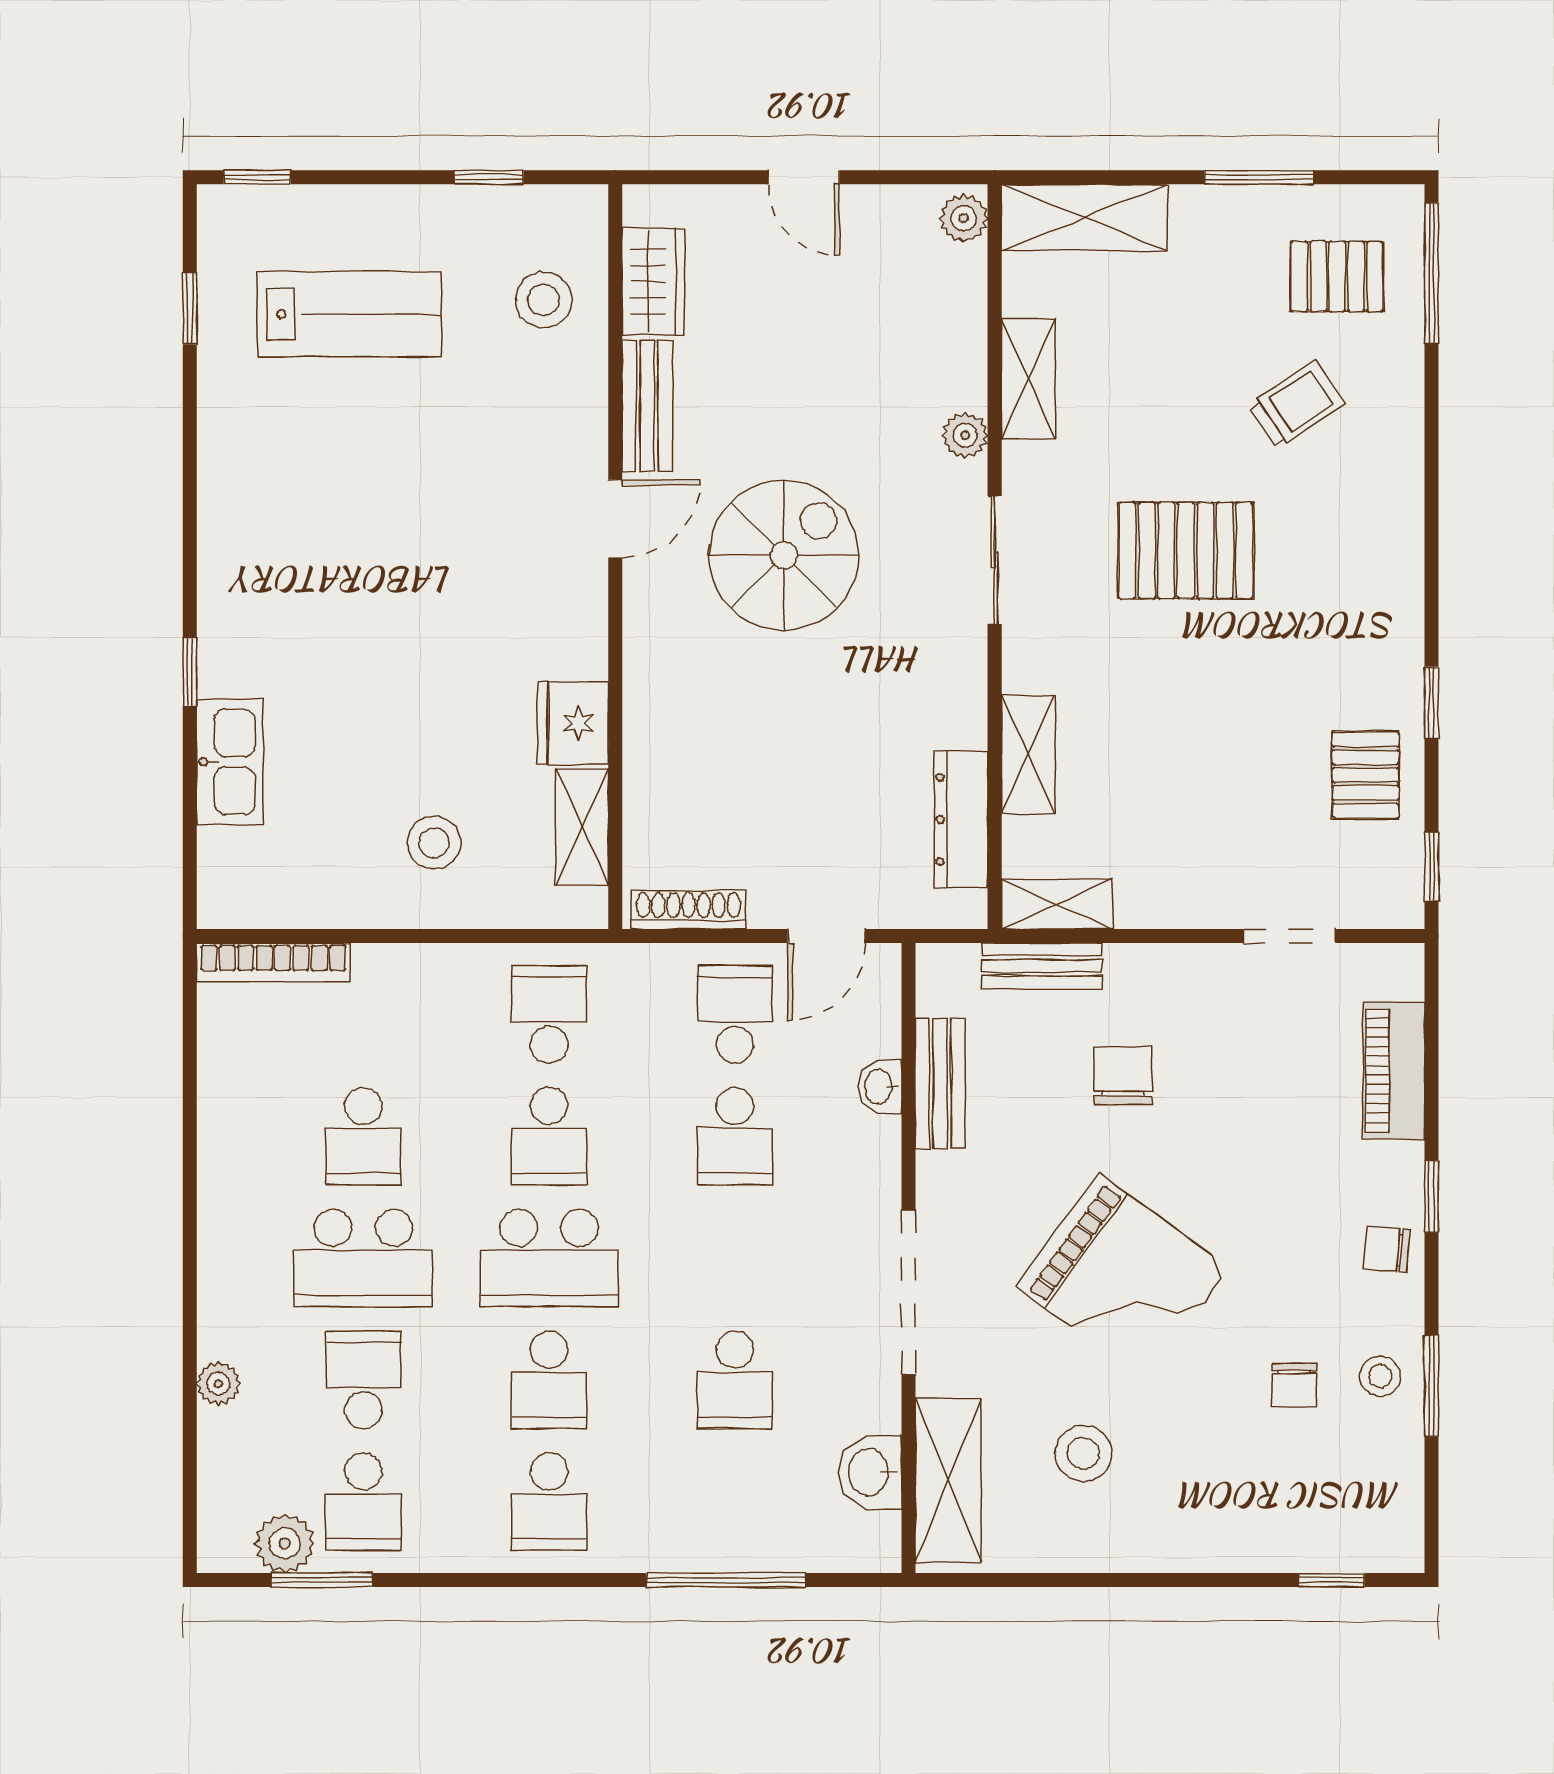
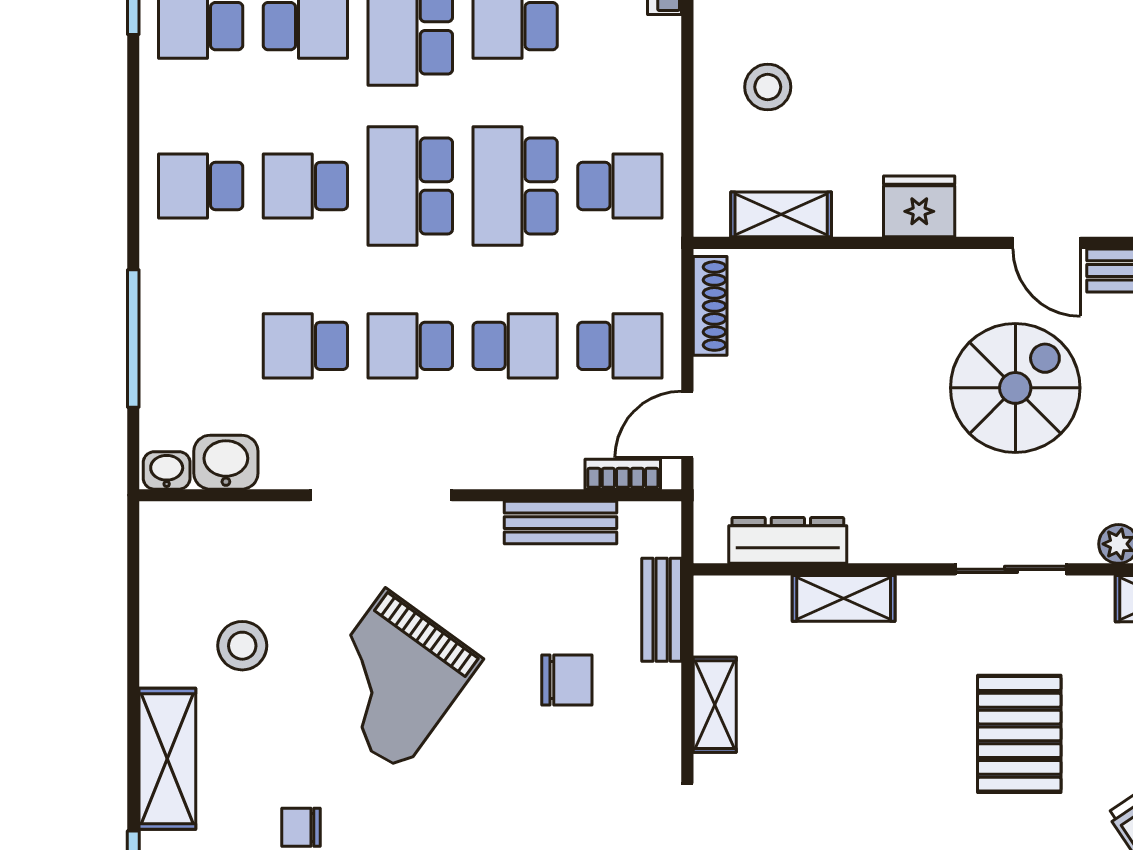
spiral stairs: (784, 555) -> (1015, 388), turned -90
fridge: (573, 723) -> (919, 206), moved
shelving: (1057, 904) -> (715, 705), moved
door: (826, 936) -> (687, 425), hinge flipped
bookcase: (884, 1011) -> (623, 474), added
washbasin: (880, 1087) -> (167, 470), moved
school desk: (549, 1136) -> (515, 186), width x1.85
school desk: (735, 1136) -> (515, 346), turned 180
school desk: (735, 1258) -> (410, 346), added
shelving: (948, 1480) -> (167, 759), moved, turned 90

